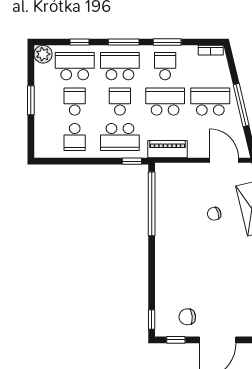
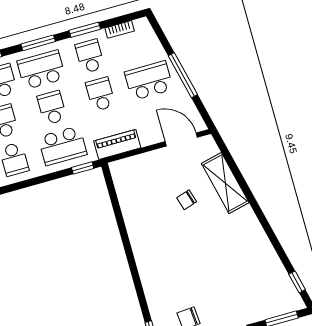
bookcase: (211, 50) -> (120, 29), moved
school desk: (165, 102) -> (100, 94), width x0.54
window: (152, 204) -> (117, 208), removed

